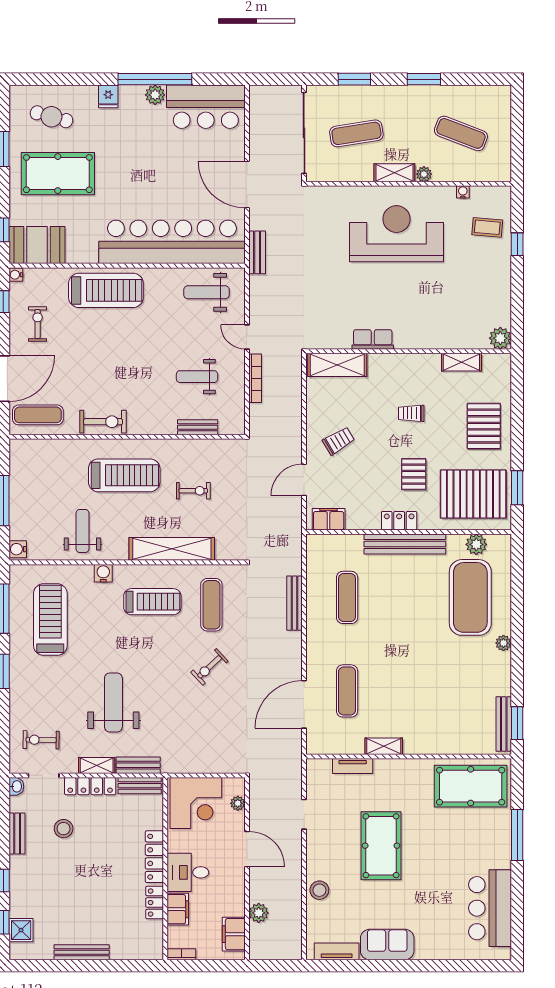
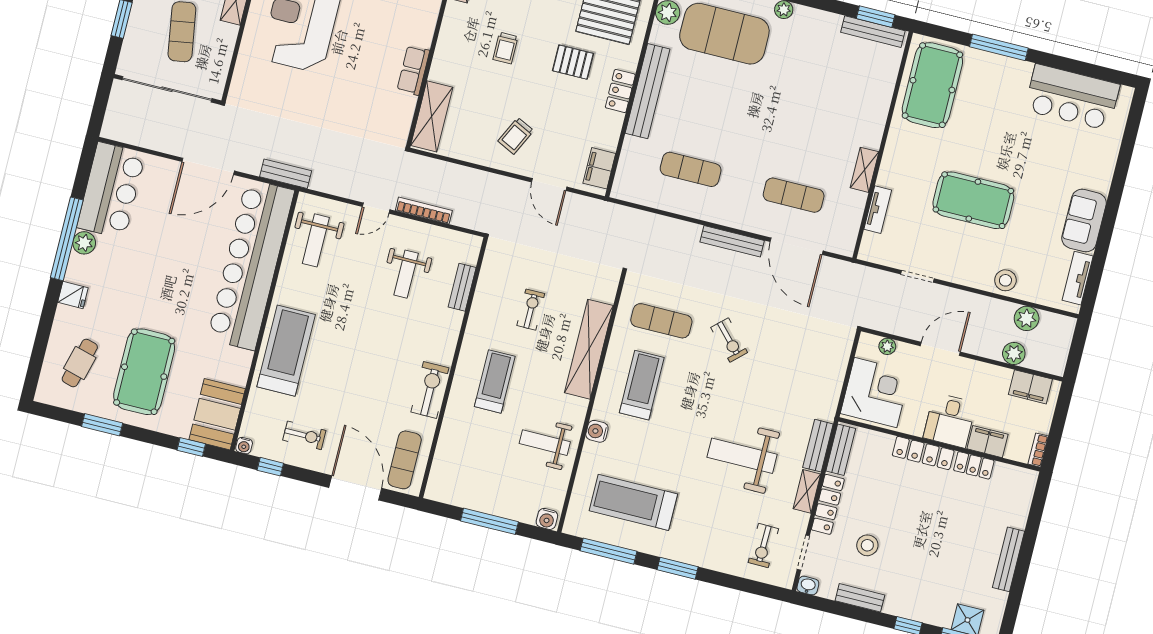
exercise bike: (38, 324) -> (304, 435), turned 180
trolley: (339, 441) -> (516, 136), turned -123
treadmill: (124, 475) -> (495, 381), width x0.73, depth x0.73
bench: (294, 603) -> (732, 241), moved
plant: (291, 916) -> (1027, 318), added

